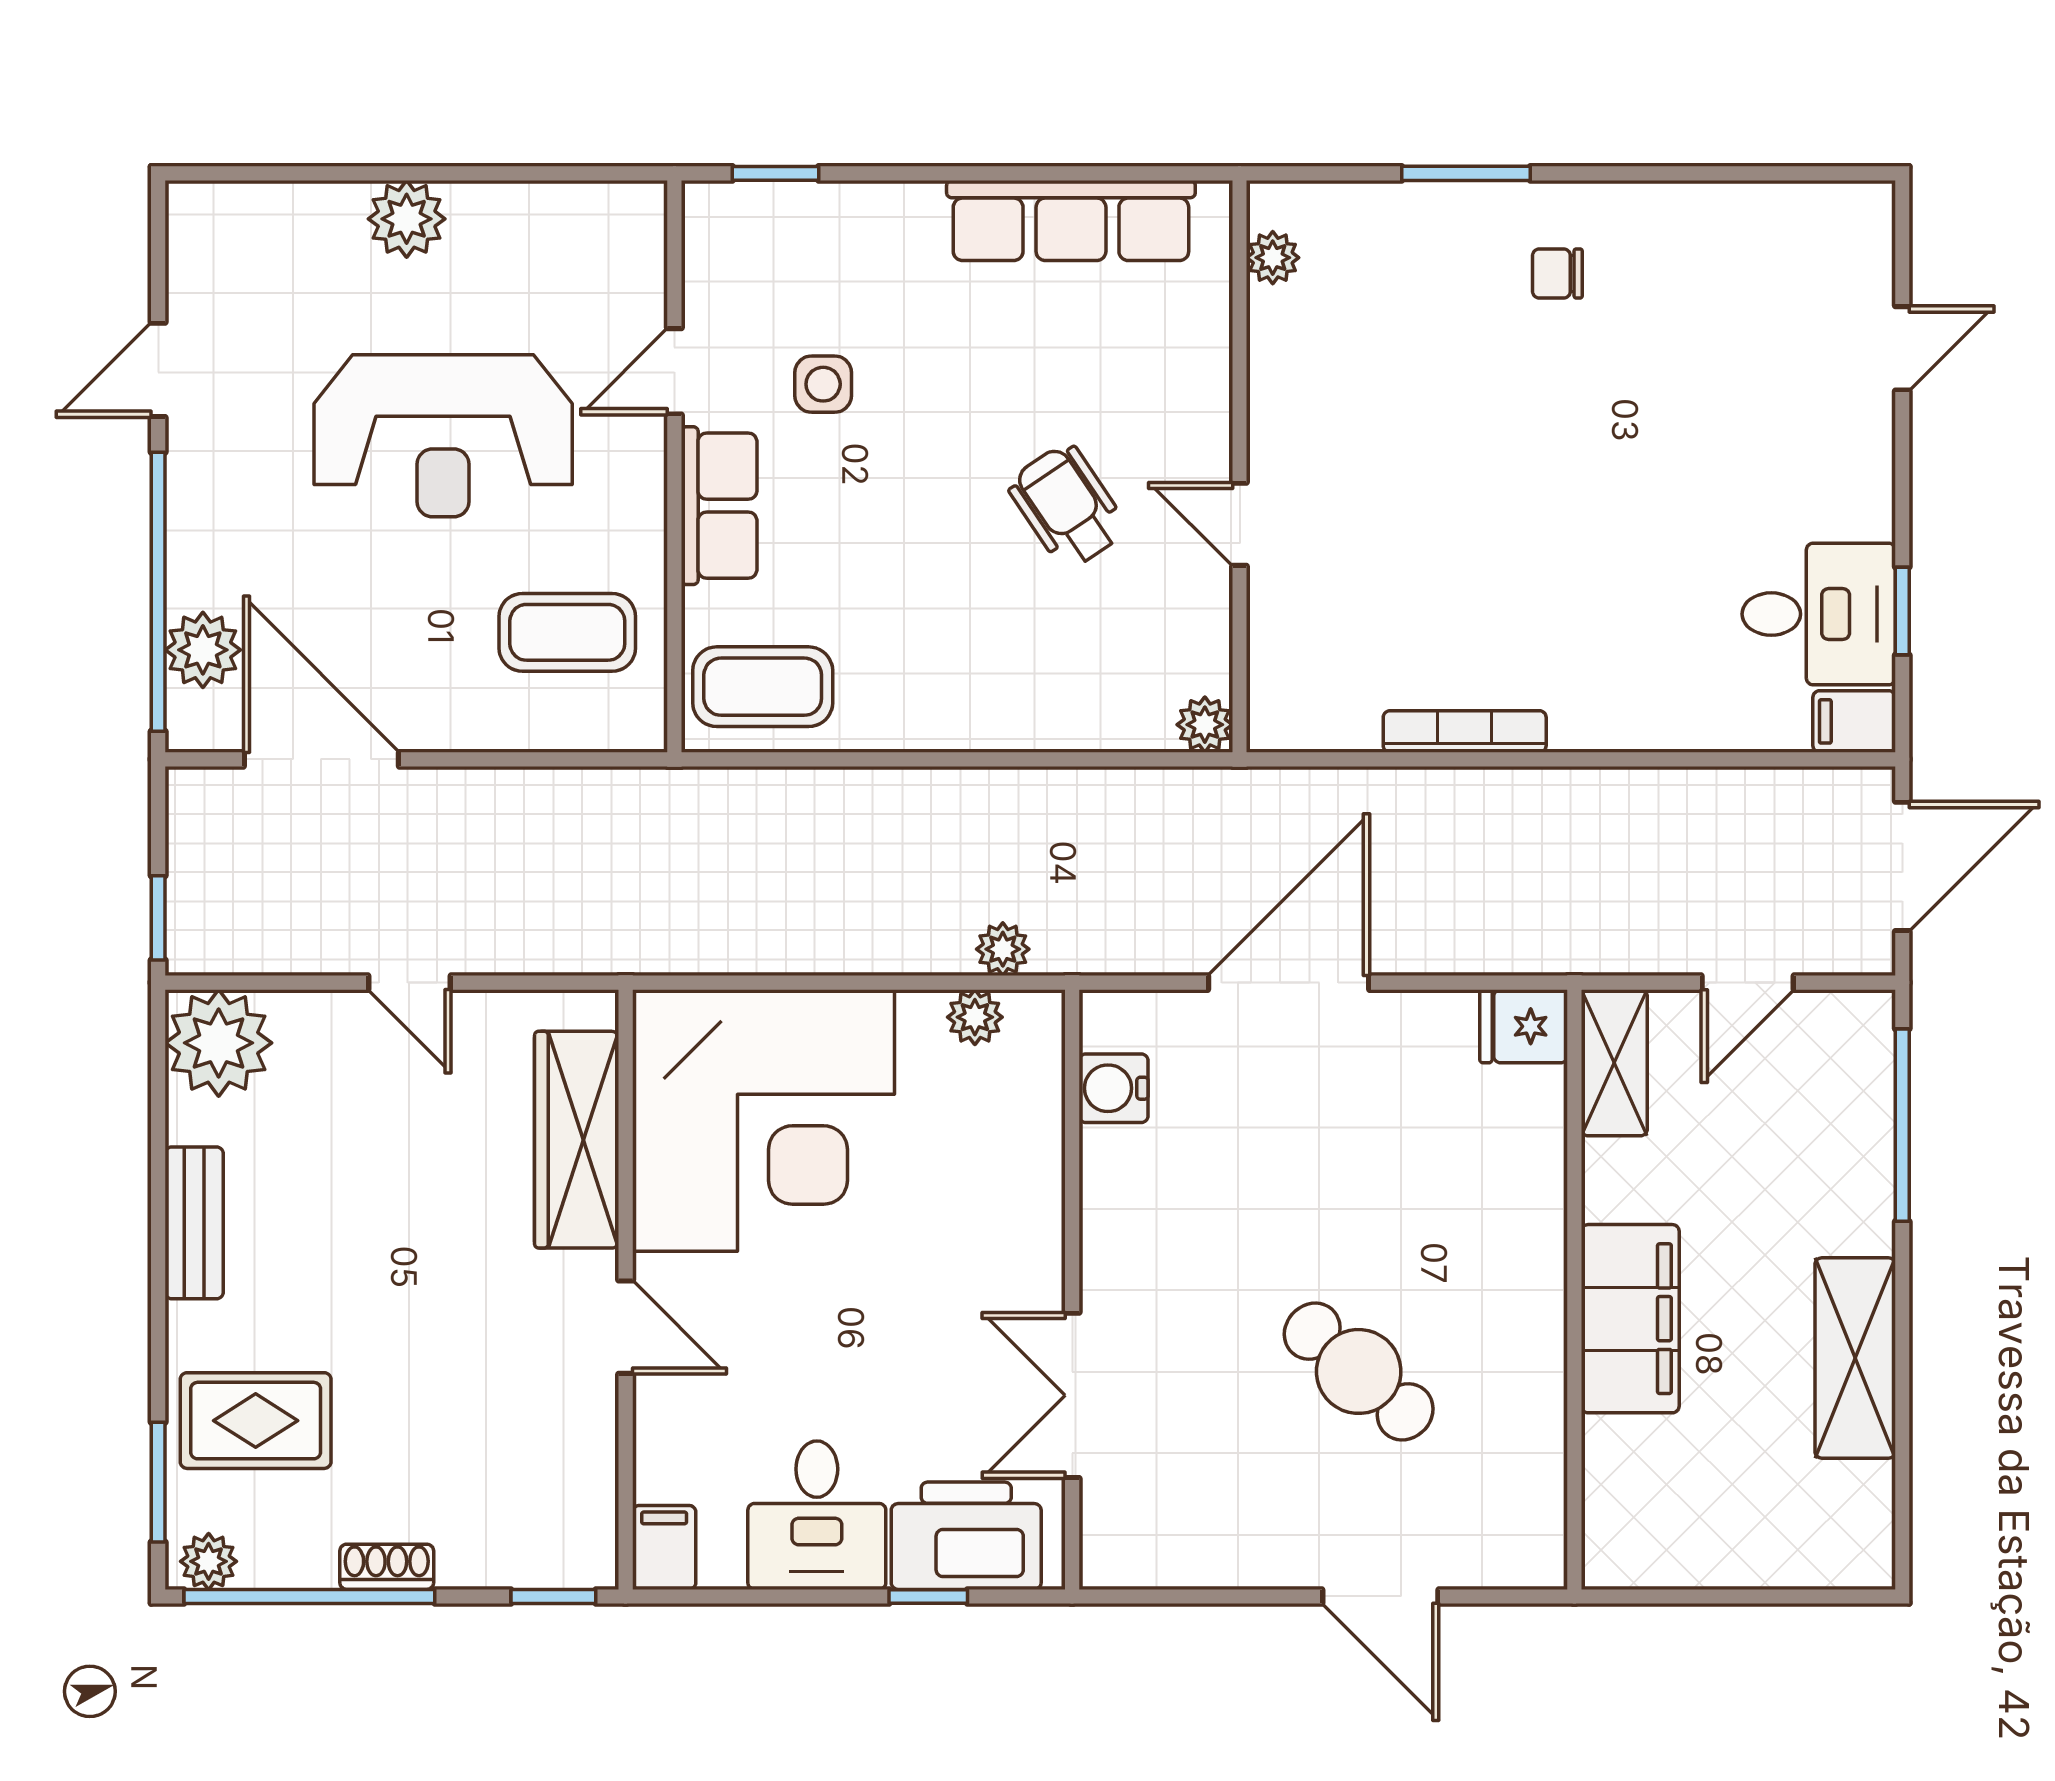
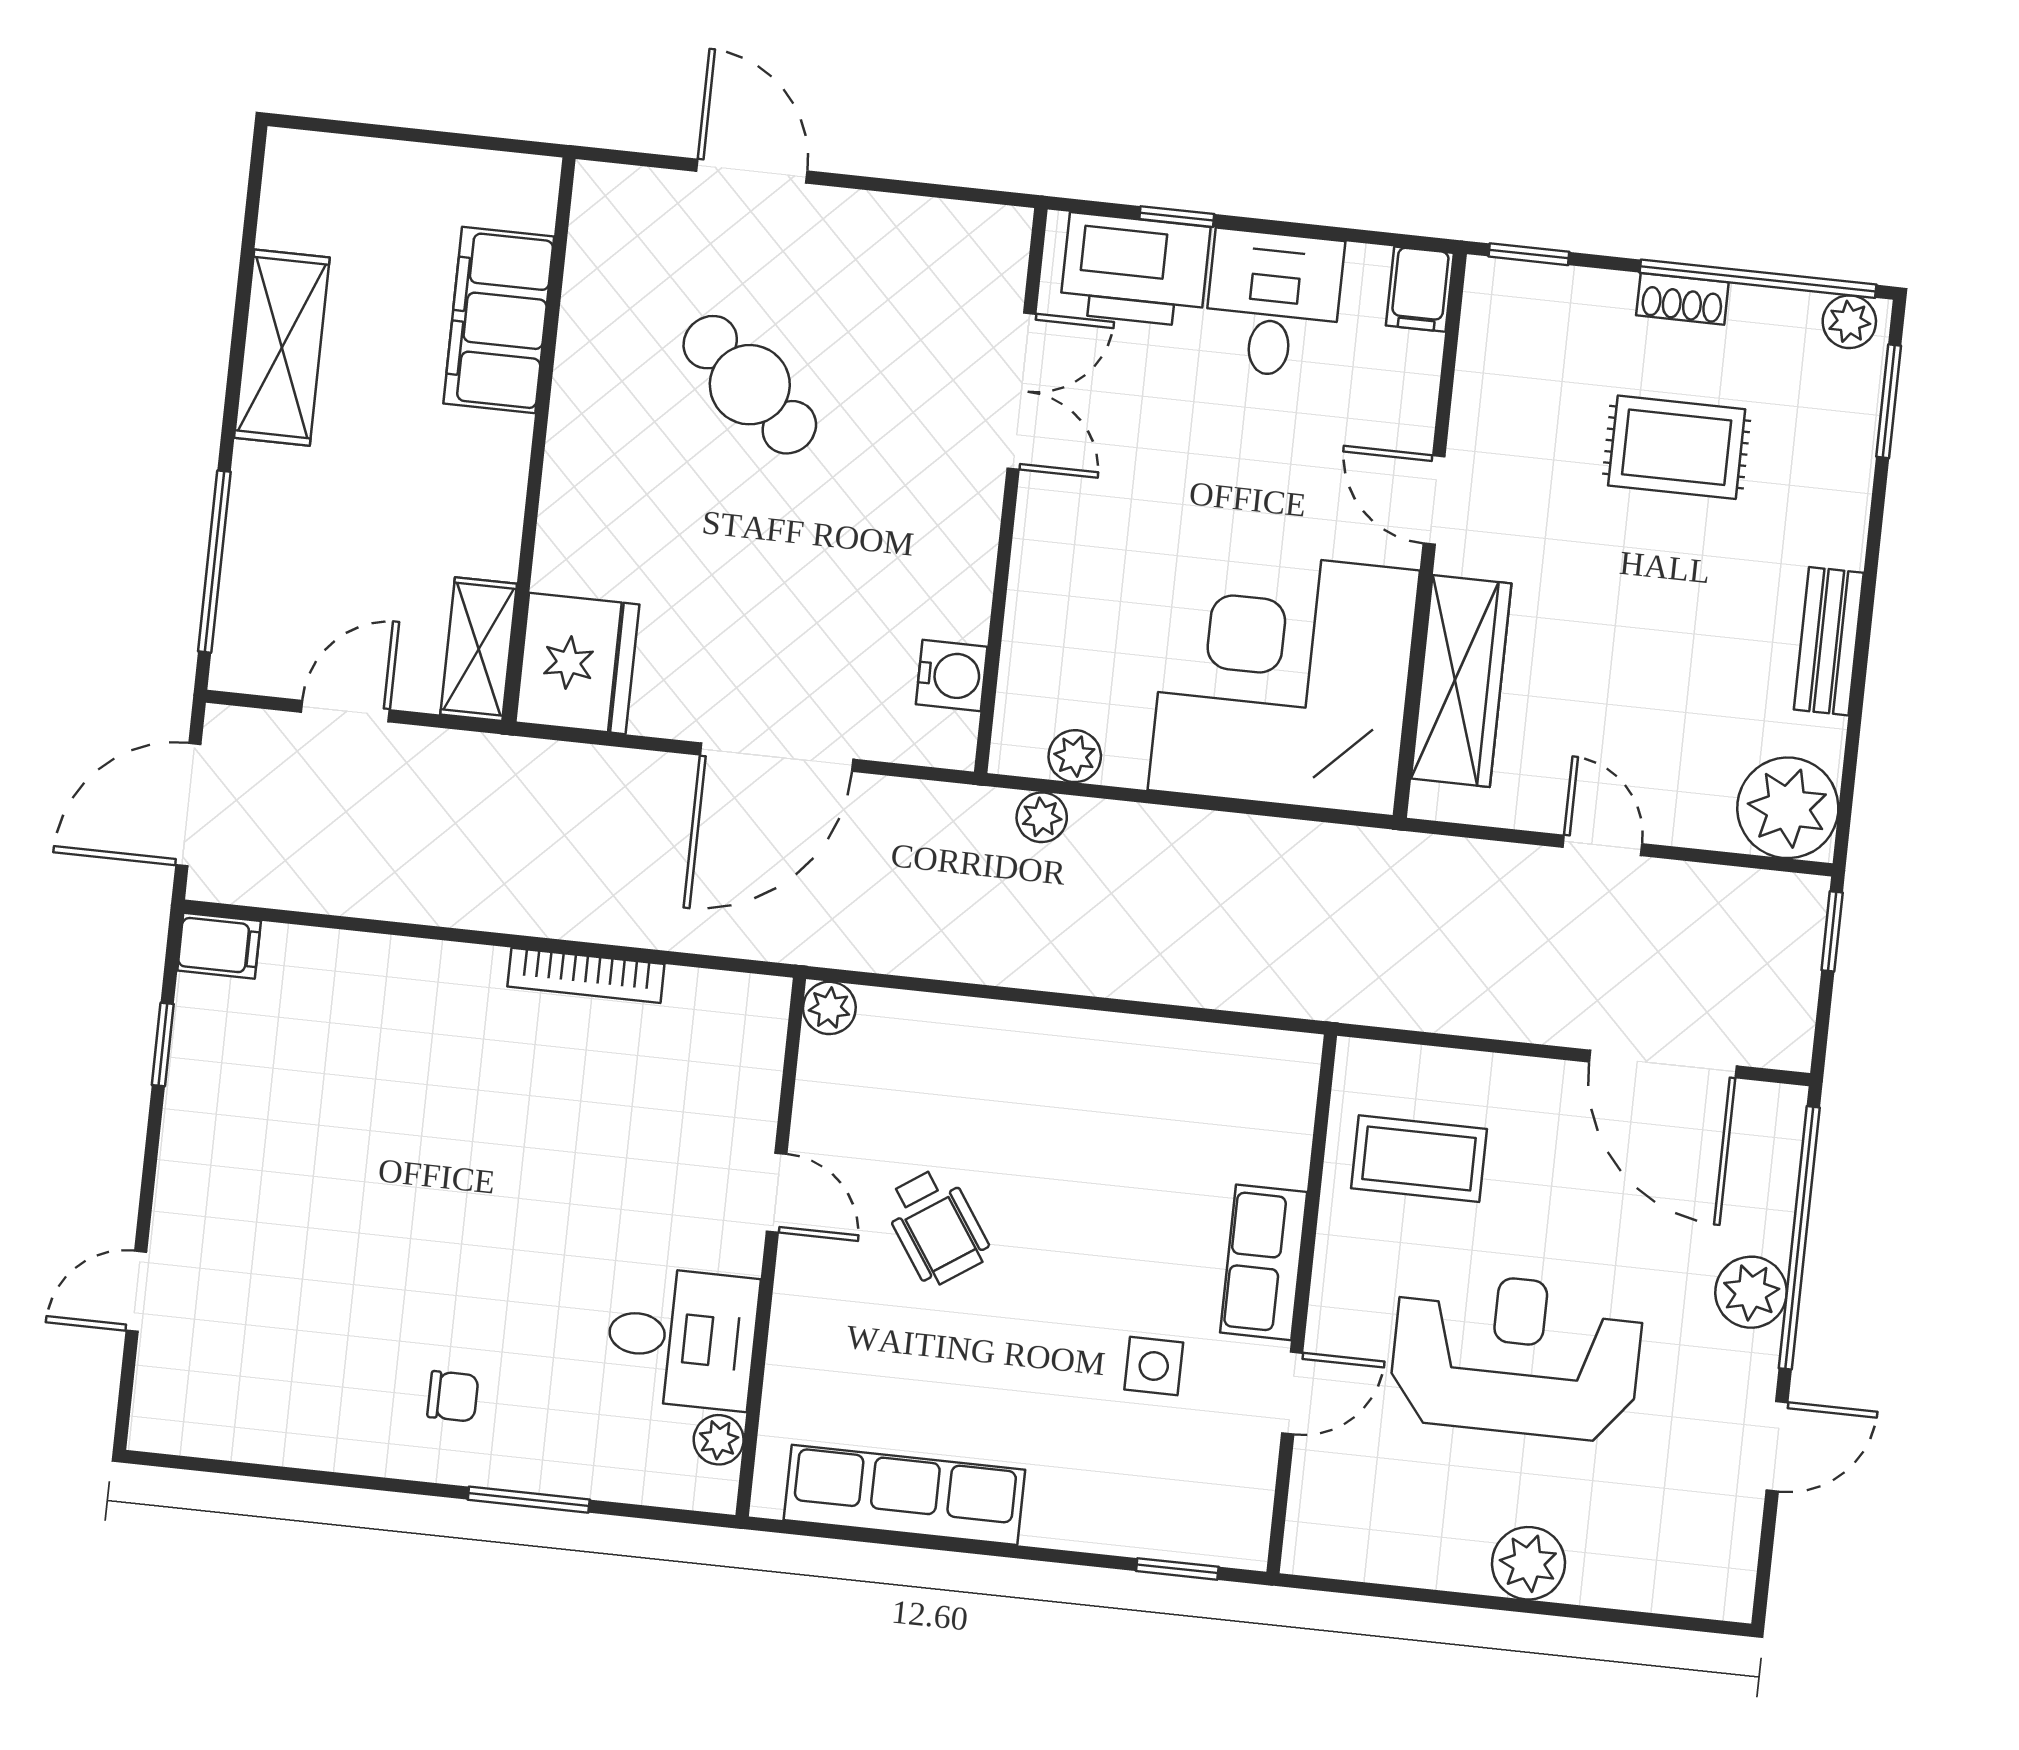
desk: (1819, 614) -> (682, 1338), moved, turned 180
plant: (203, 650) -> (1751, 1292), moved
coffee table: (763, 687) -> (1241, 1088), removed
fridge: (1524, 1026) -> (577, 663), width x1.88, depth x1.34
filing cabinet: (1630, 1319) -> (499, 320), moved
rug: (256, 1421) -> (1677, 447), moved

